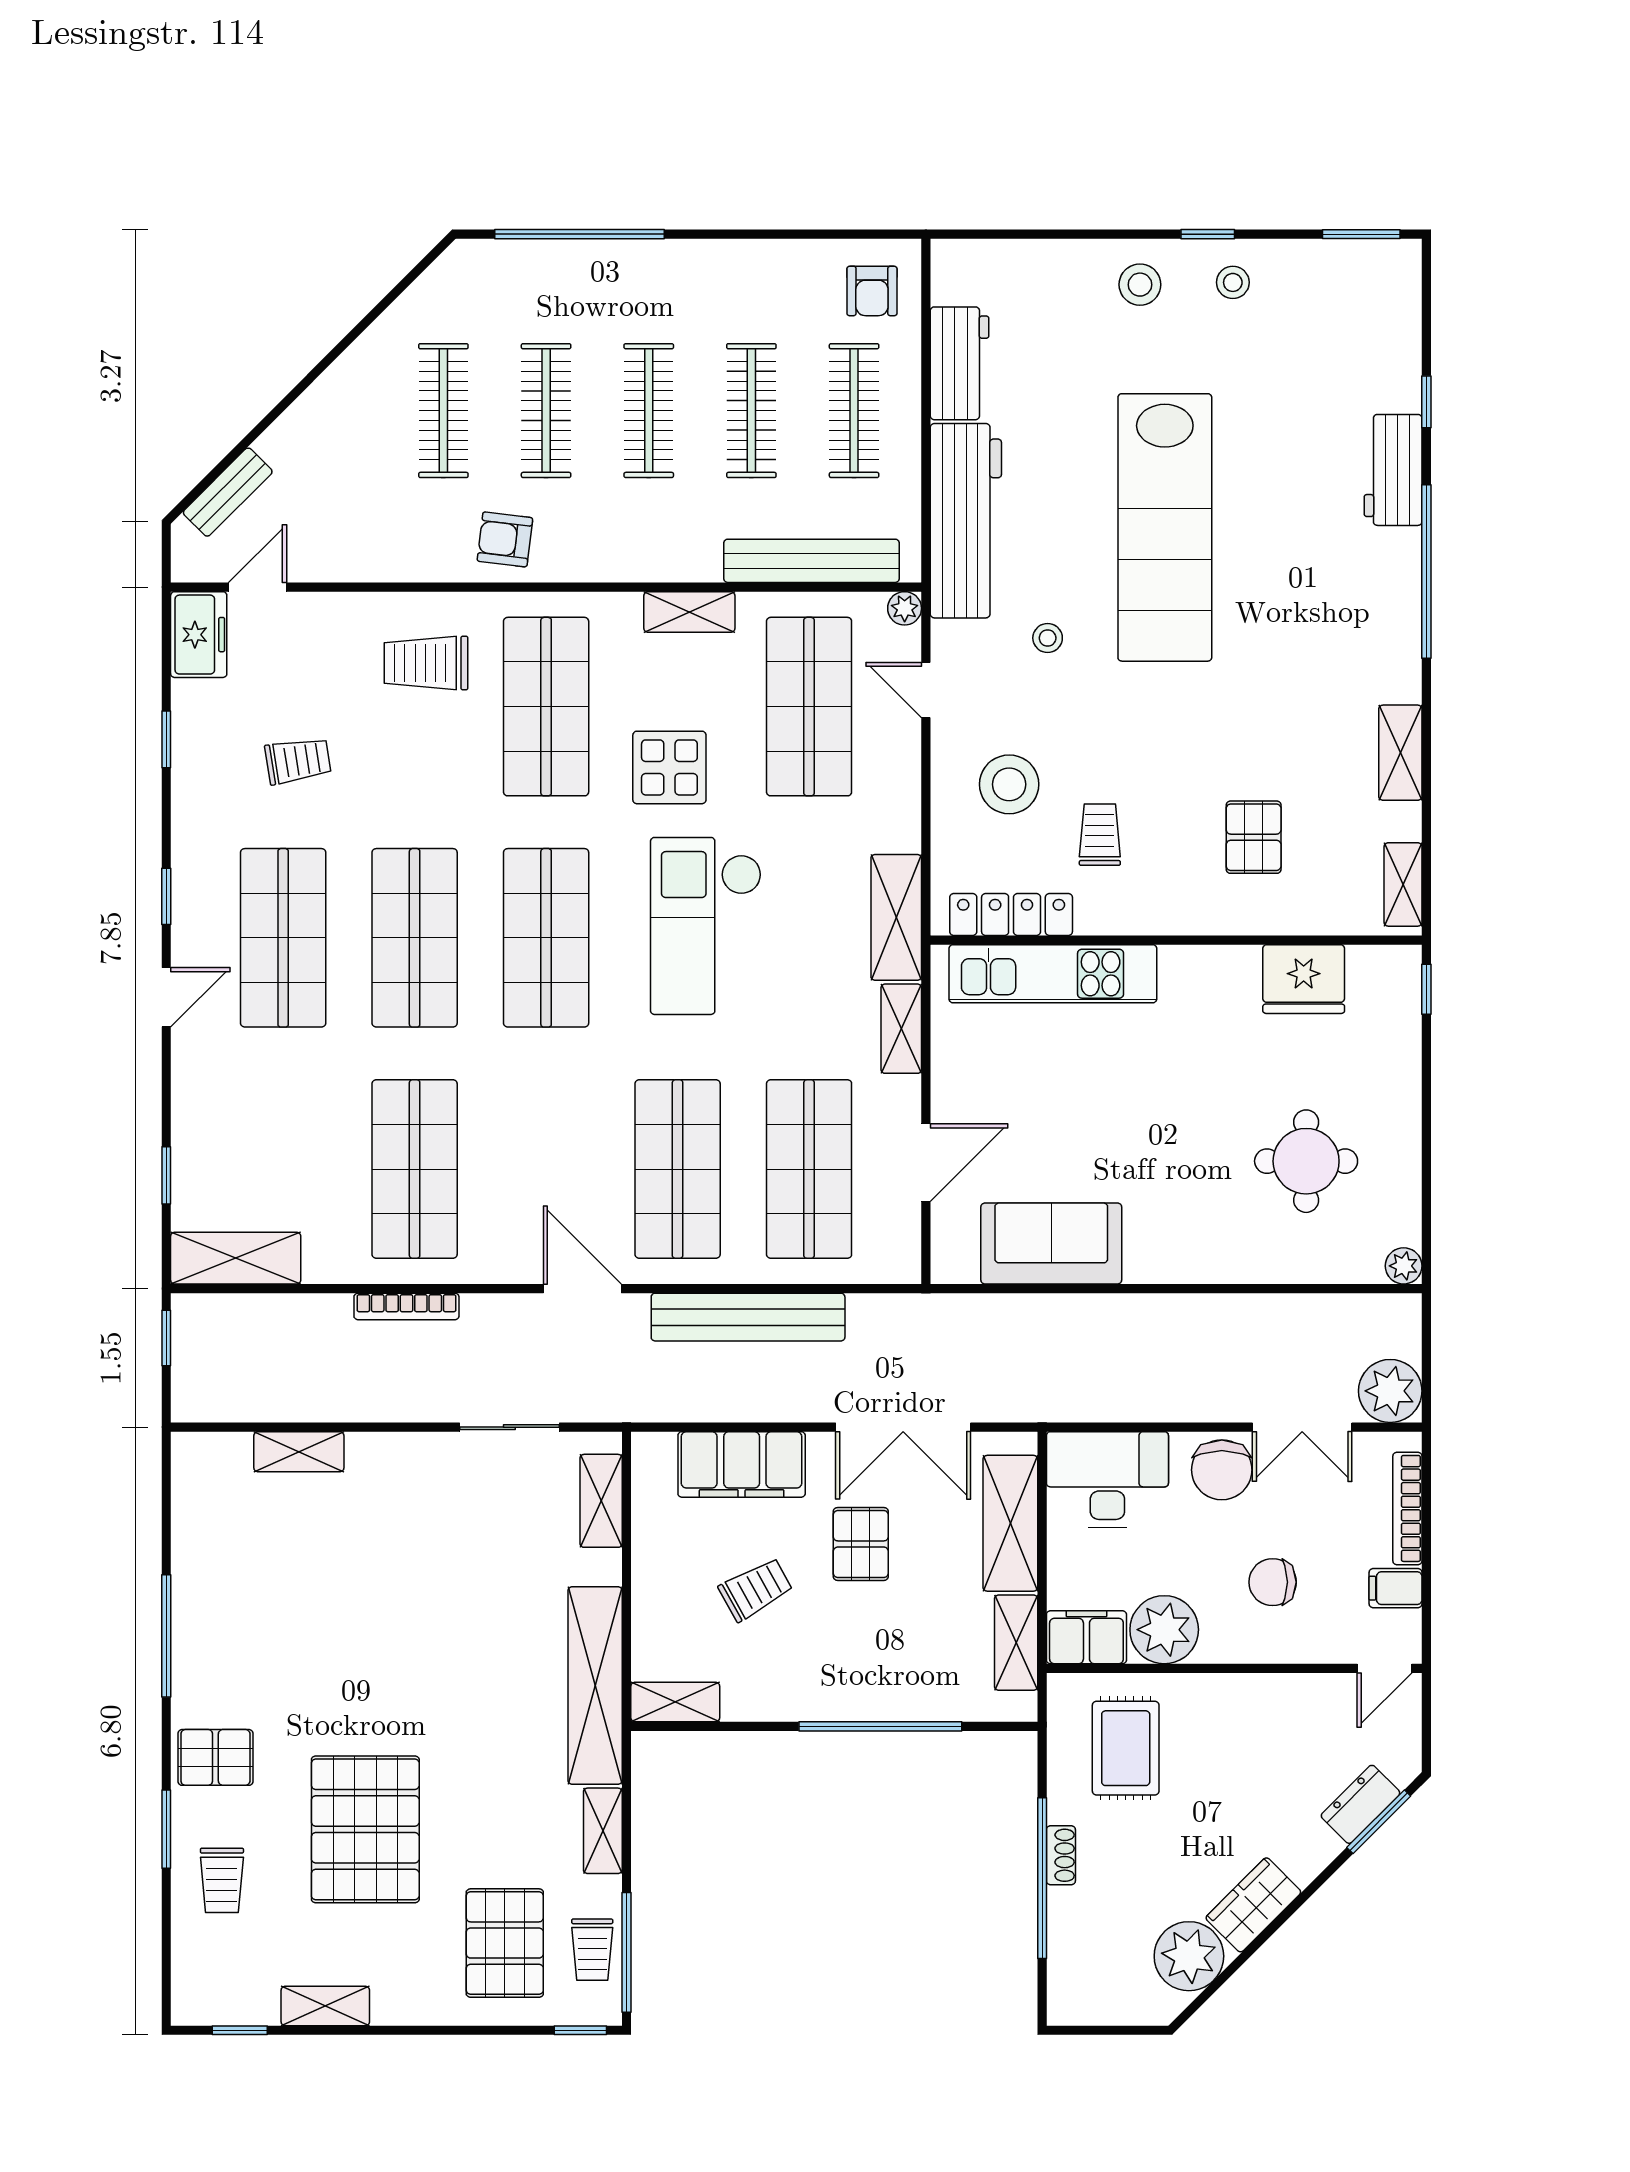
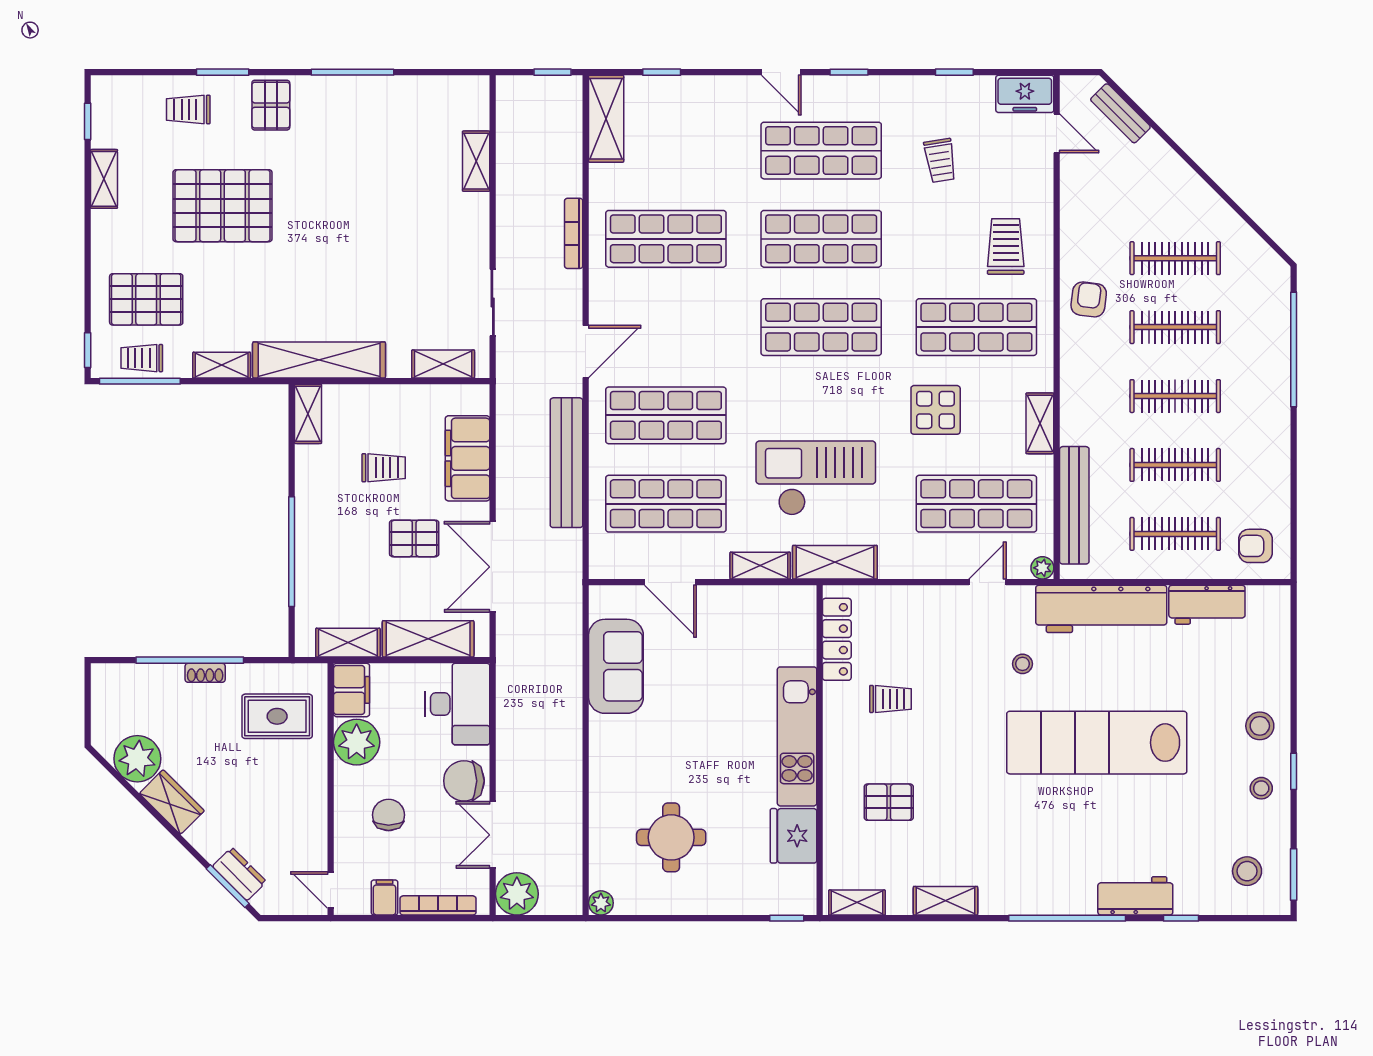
stool: (1009, 784) -> (1247, 871), moved, width x0.73, depth x0.73
checkout: (706, 926) -> (816, 478), moved
kitchen unit: (1053, 974) -> (797, 736), moved
trolley: (756, 1589) -> (384, 468), turned -61

